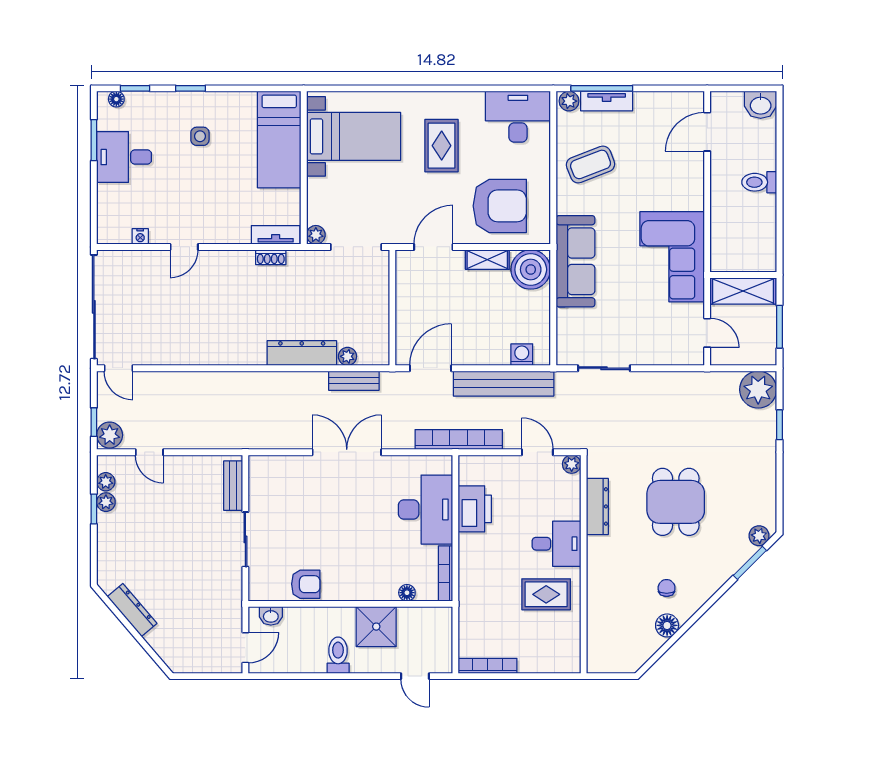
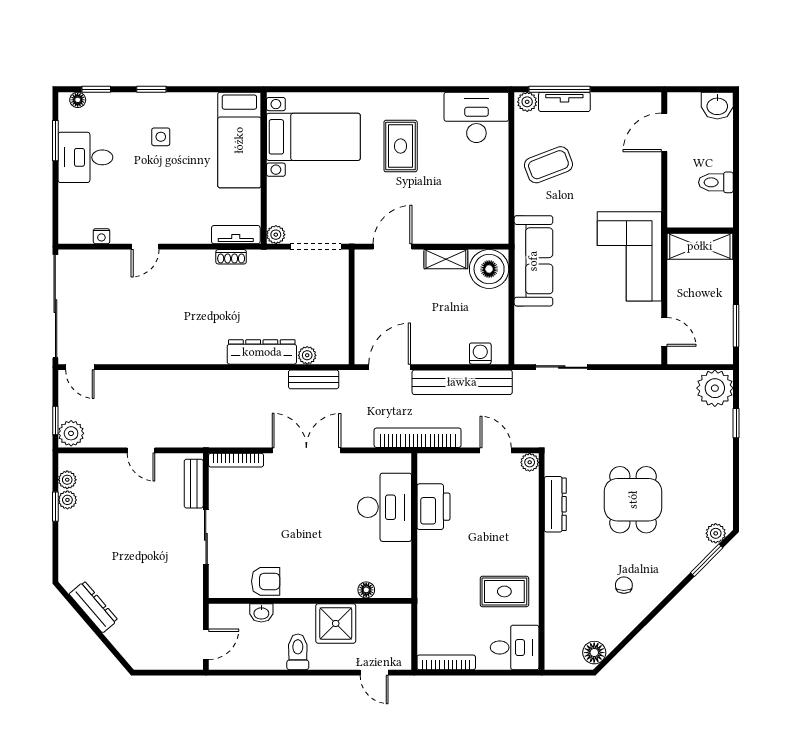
armchair: (500, 206) -> (458, 206), removed
wall: (743, 275) -> (700, 230), moved
shelving: (743, 291) -> (700, 246), moved
door: (149, 452) -> (141, 450), moved
desk: (556, 544) -> (515, 647), moved
bookcase: (445, 573) -> (236, 460), moved, turned -90
washbasin: (271, 616) -> (261, 613), moved
floor lamp: (667, 625) -> (594, 653), moved

